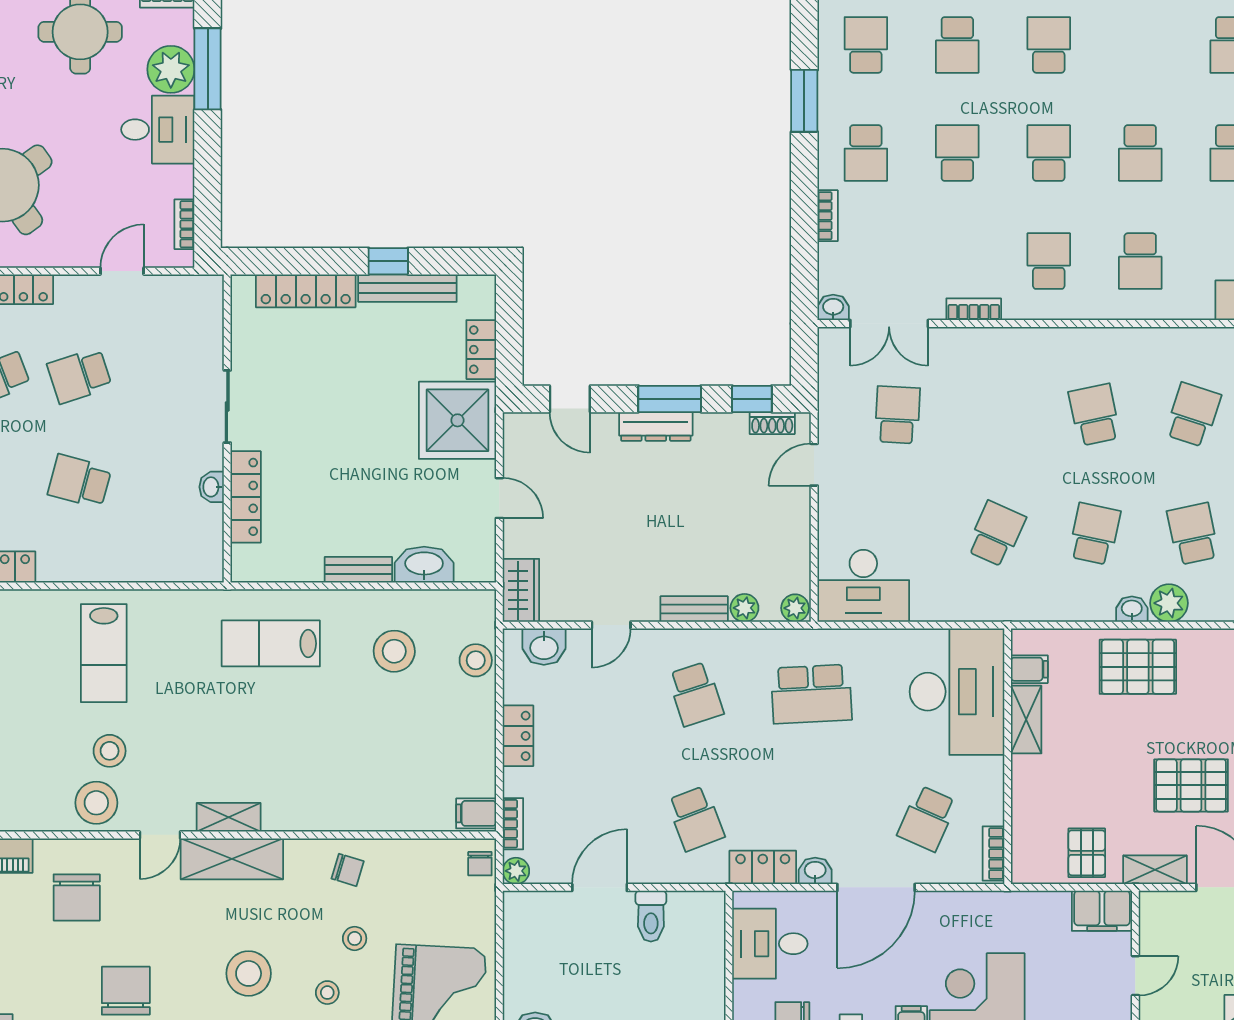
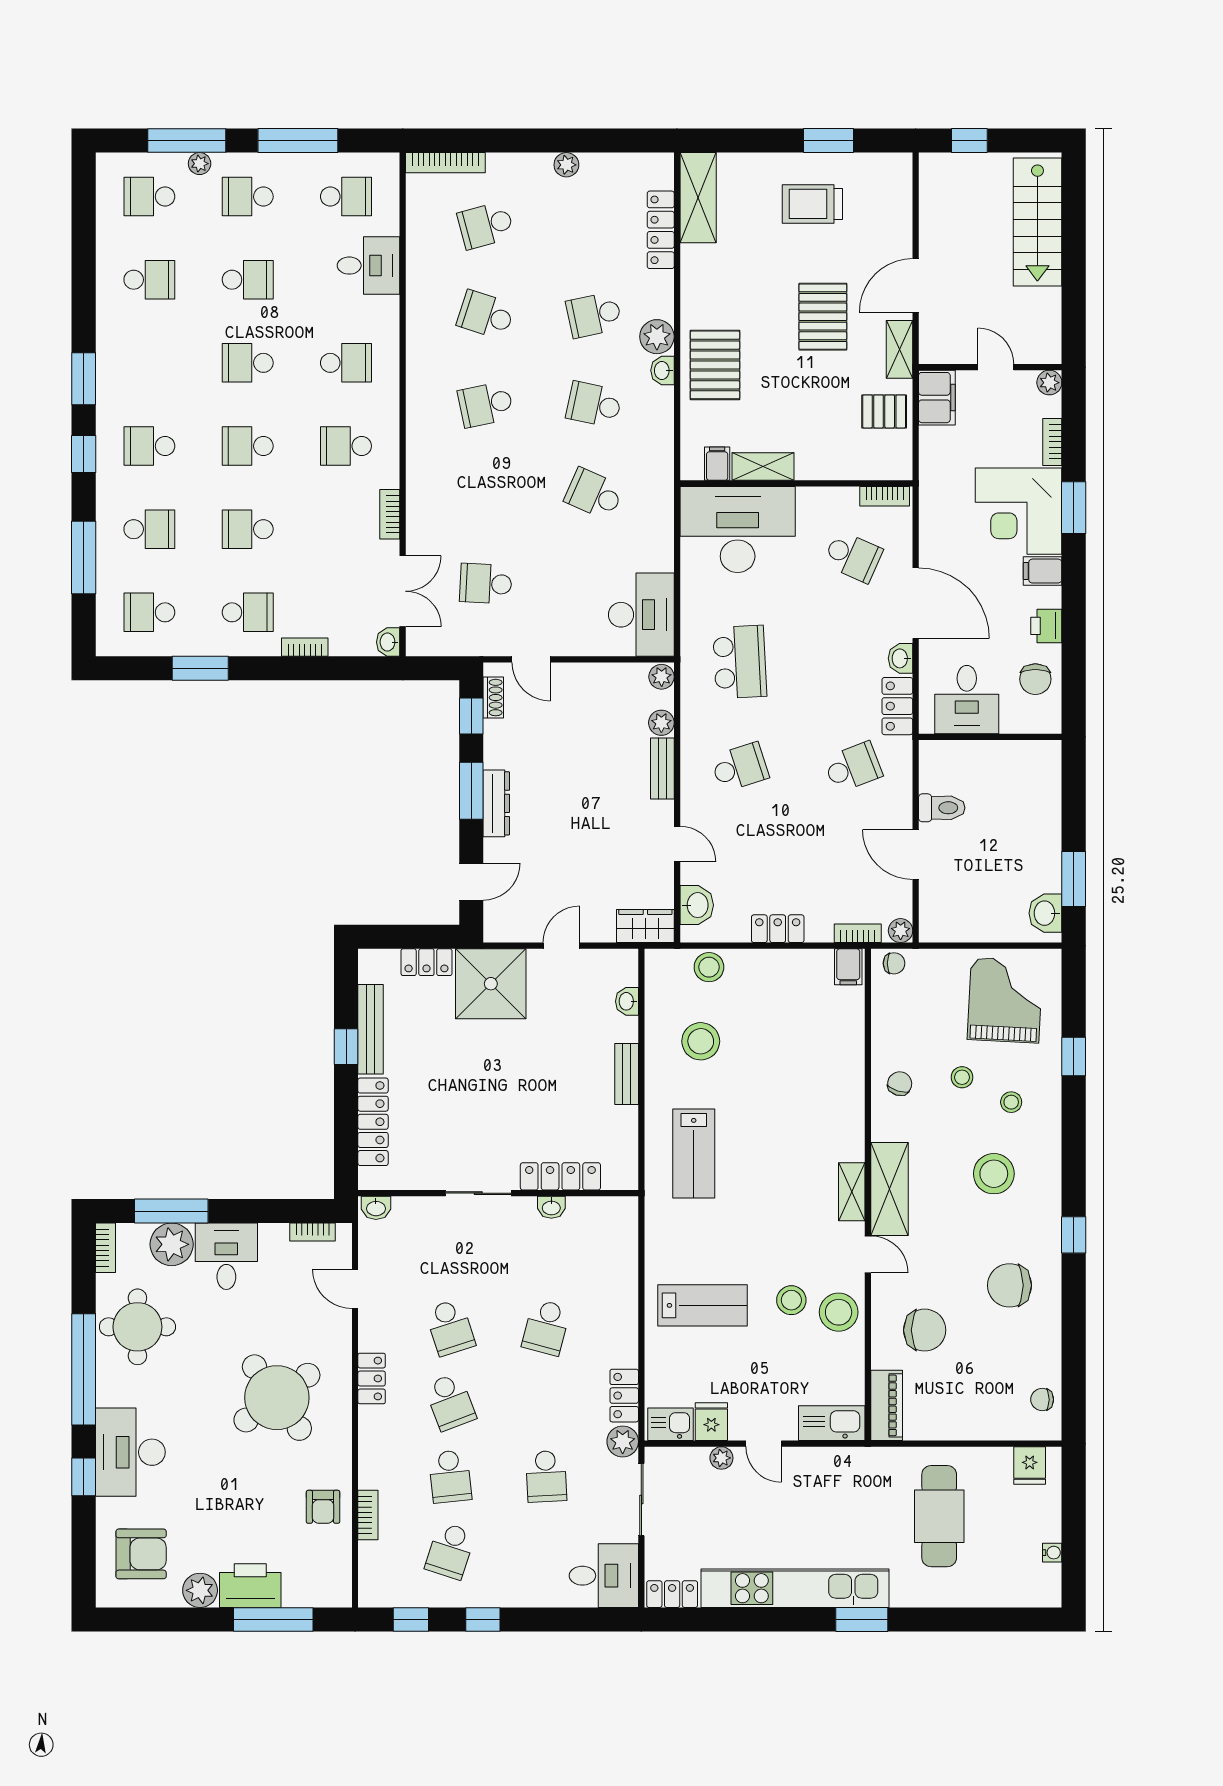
school desk: (1140, 153) -> (248, 363), turned 180
washbasin: (211, 294) -> (376, 1208), added
washbasin: (424, 565) -> (627, 1001), width x0.52, depth x0.69

